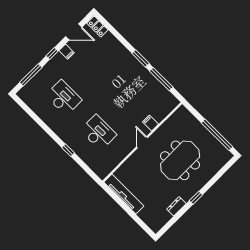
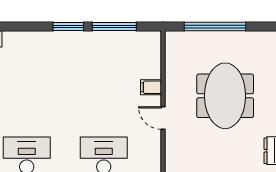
window: (217, 135) -> (215, 27), moved

